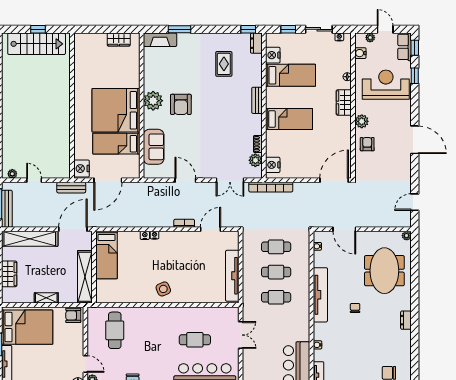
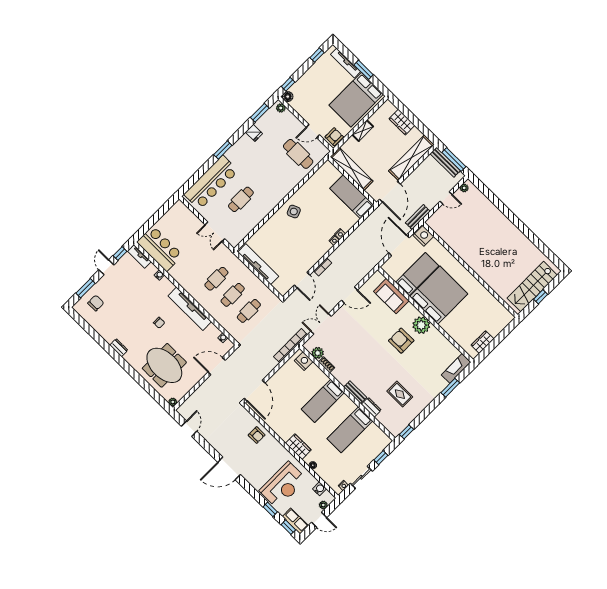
dresser: (256, 43) -> (371, 407), moved
nightstand: (273, 55) -> (374, 431), removed
plant: (362, 121) -> (275, 446), removed
door: (85, 364) -> (313, 131), moved

